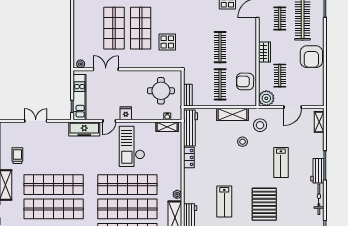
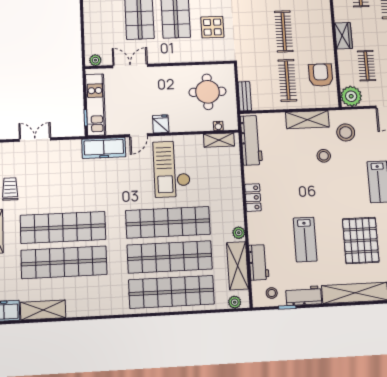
armchair: (245, 81) -> (321, 75), turned 89
locker: (189, 157) -> (253, 198), moved

